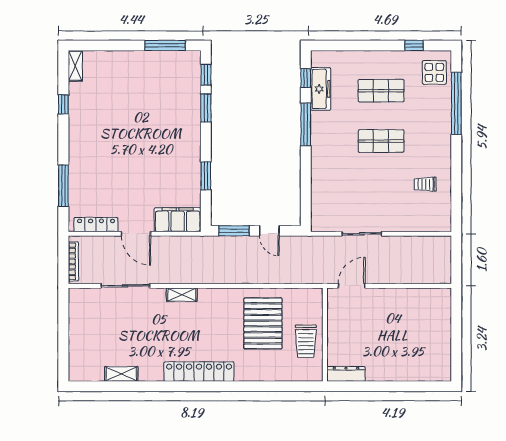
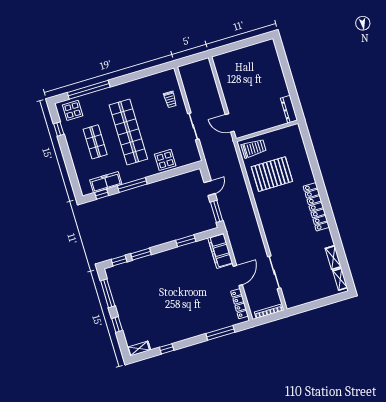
window: (118, 45) -> (117, 324), added
shop shelf: (381, 141) -> (128, 132), width x2.00, depth x1.36
display table: (327, 181) -> (165, 160), added
trolley: (425, 184) -> (170, 99), moved
shelving: (182, 295) -> (340, 279), moved
trolley: (306, 341) -> (254, 148), moved

